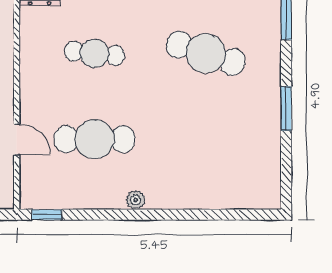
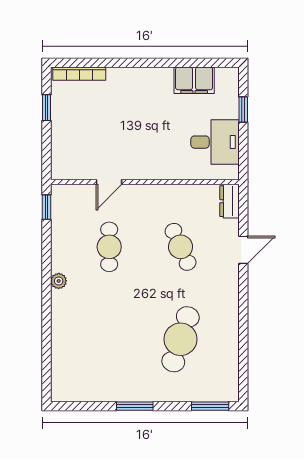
cafe table: (95, 53) -> (181, 247), turned -30
cafe table: (95, 139) -> (109, 247), width x0.73, depth x0.74

